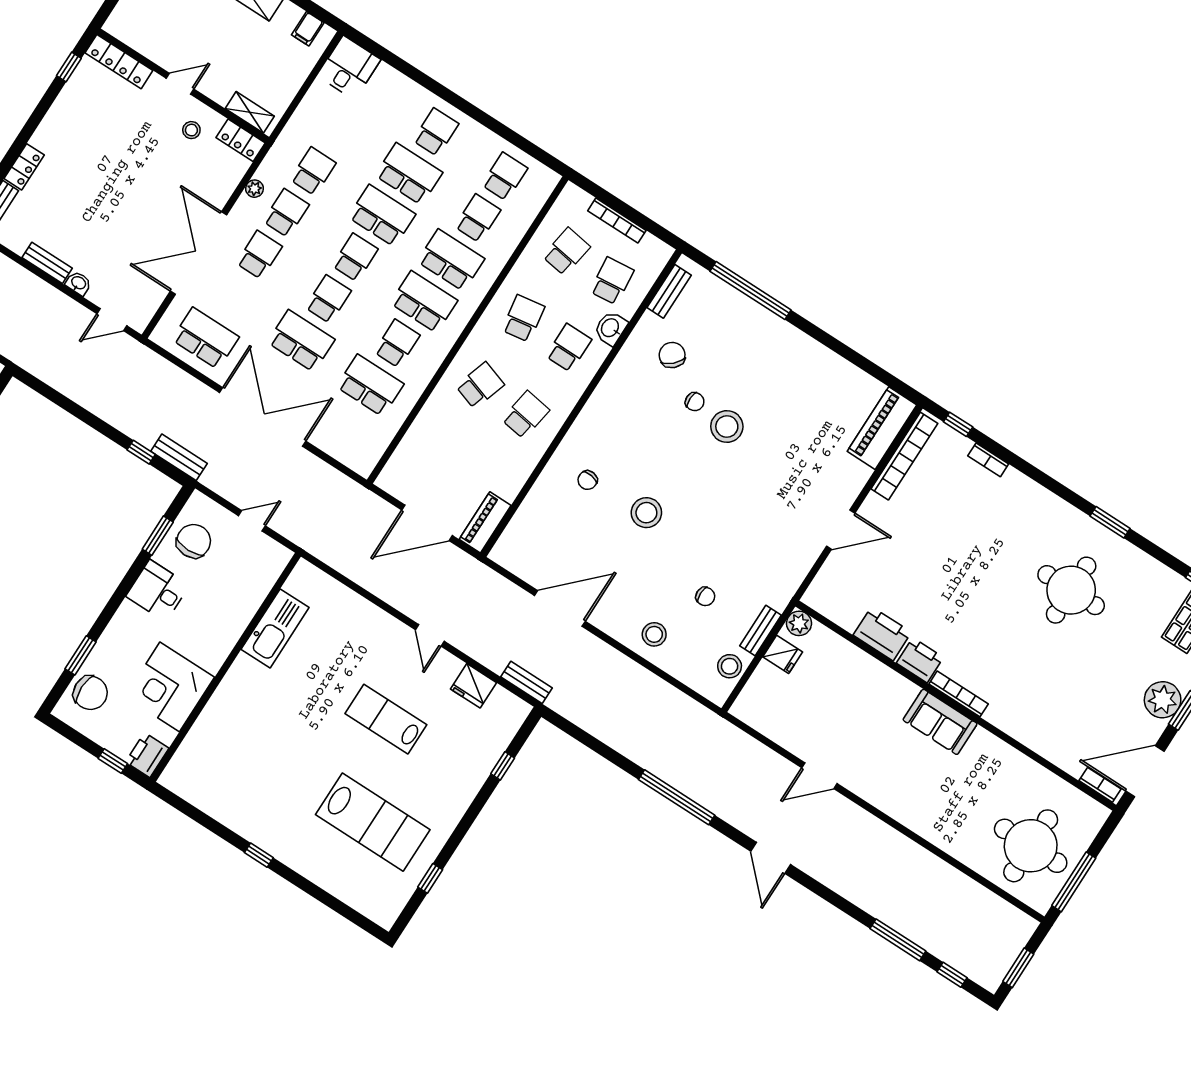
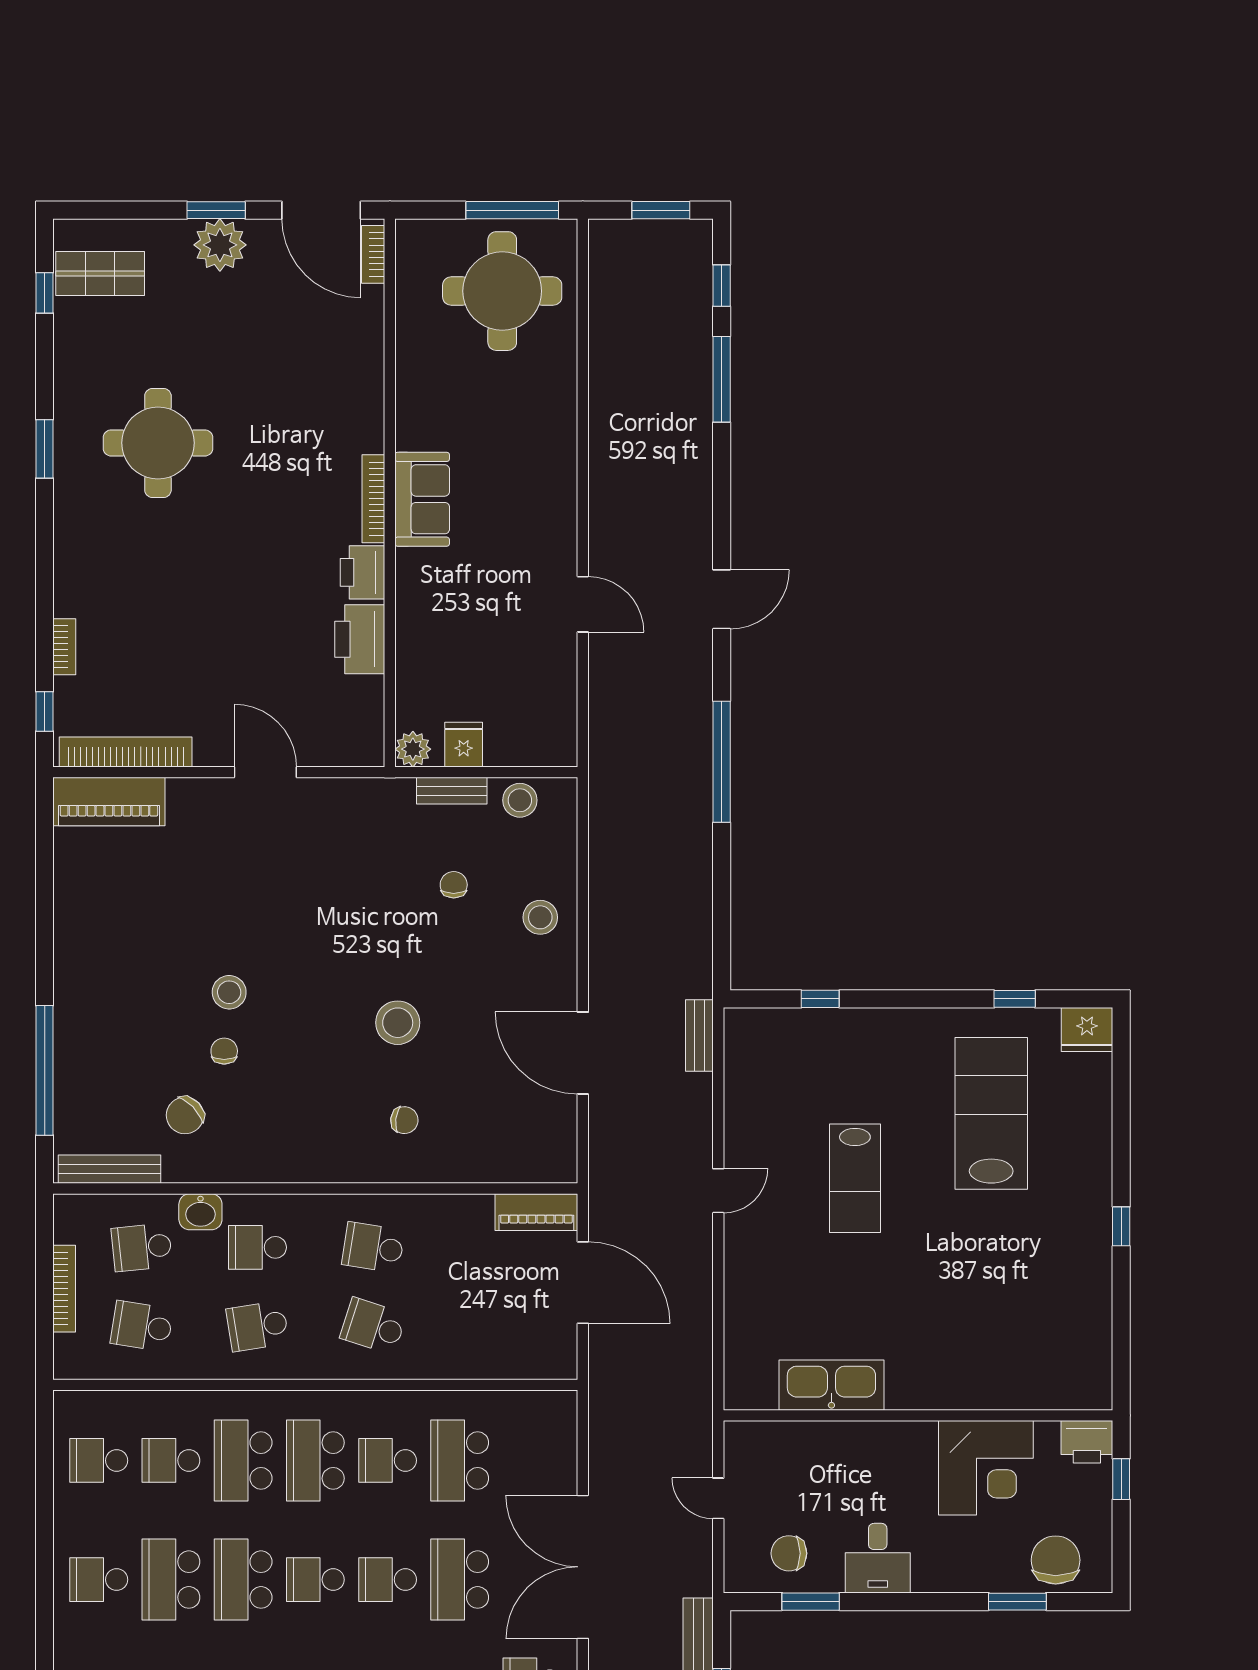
bench: (669, 291) -> (110, 1169), width x1.36
stool: (727, 426) -> (229, 992), width x0.73, depth x0.73
chair: (194, 541) -> (789, 1553), width x0.73, depth x0.73
fridge: (473, 686) -> (1087, 1030), moved, turned 90

